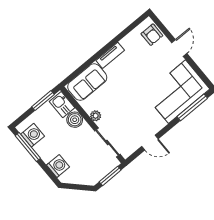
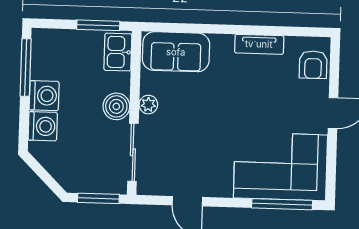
tv unit: (110, 55) -> (259, 44), moved
boiler: (75, 120) -> (116, 106), moved
washing machine: (33, 135) -> (44, 96), moved

